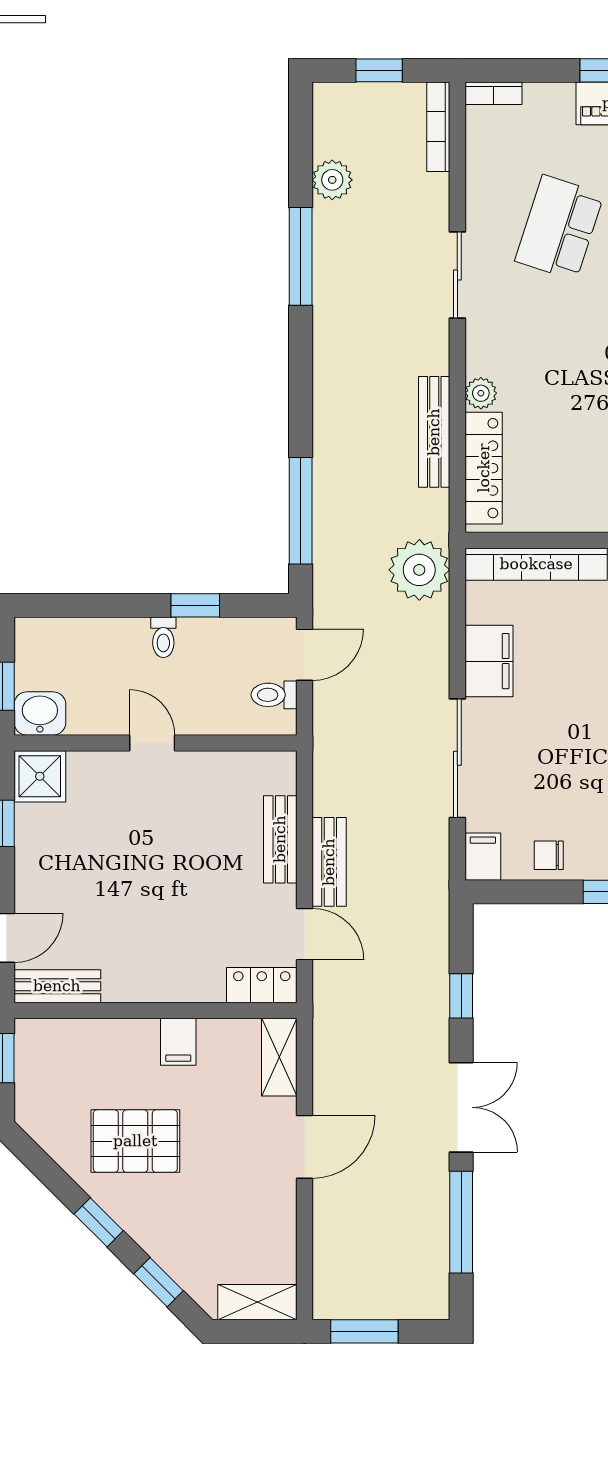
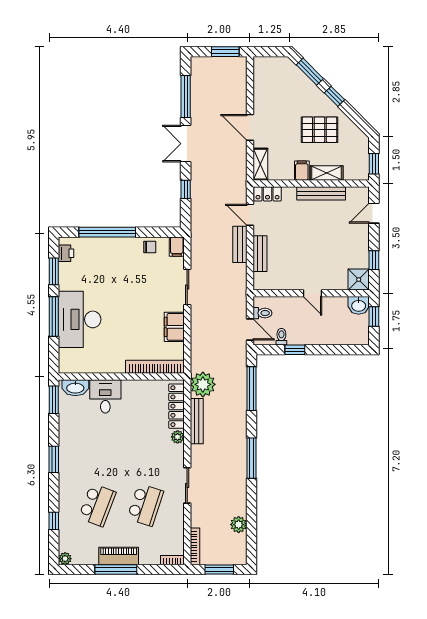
window: (379, 70) -> (219, 570), width x1.50
window: (301, 256) -> (252, 458), moved
plant: (419, 570) -> (203, 384), moved
toilet: (163, 637) -> (281, 337), moved
door: (305, 655) -> (250, 329), swing flipped
sliding door: (457, 758) -> (187, 287), width x0.73
bench: (57, 986) -> (321, 193), moved, width x1.36
door: (305, 1147) -> (250, 127), hinge flipped
window: (159, 1282) -> (310, 72), width x1.50
shelving: (257, 1302) -> (327, 173), moved

